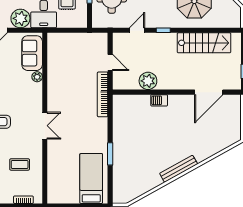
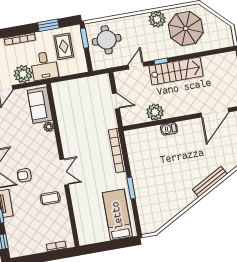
stairs: (204, 43) -> (176, 71), moved
bookcase: (103, 94) -> (117, 150), moved
coffee table: (20, 164) -> (50, 198), moved
bench: (179, 169) -> (210, 182), moved

